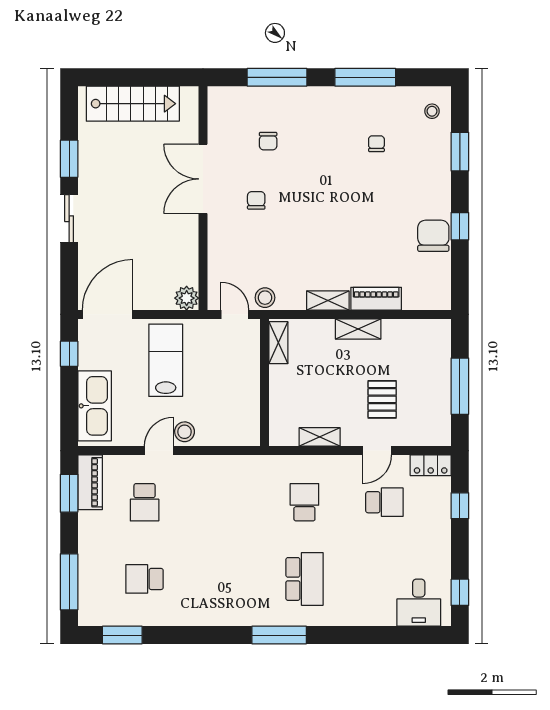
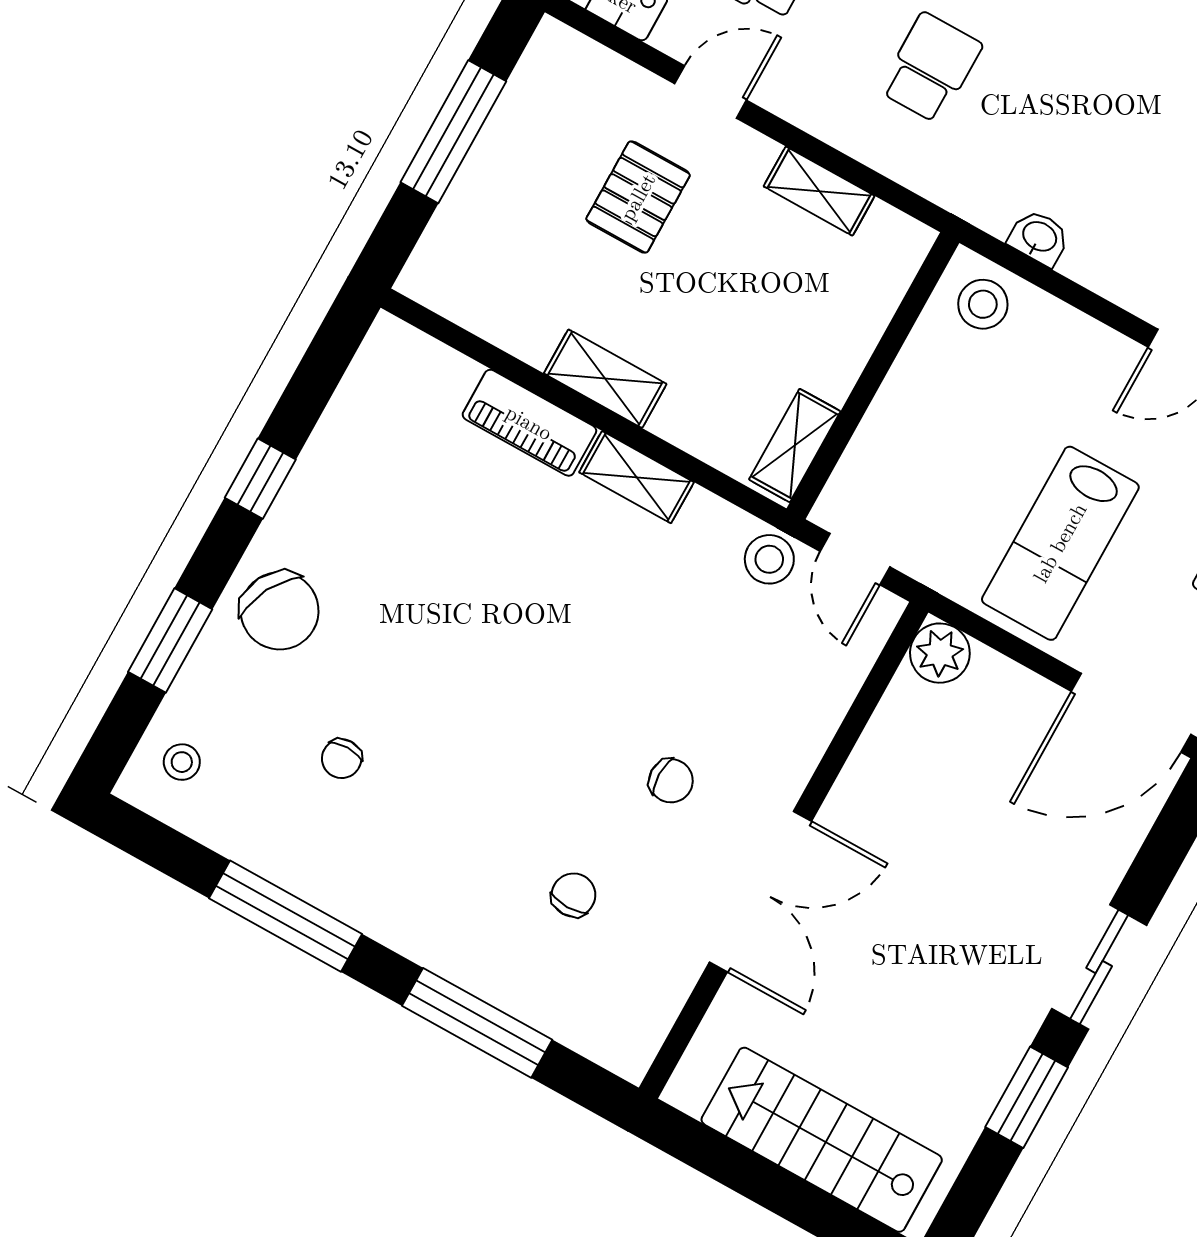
chair: (256, 200) -> (671, 781), turned -90
chair: (433, 236) -> (280, 611), moved, turned -62
stool: (185, 432) -> (983, 304), moved
washbasin: (233, 464) -> (1039, 238), added
school desk: (304, 502) -> (931, 68), turned 180

